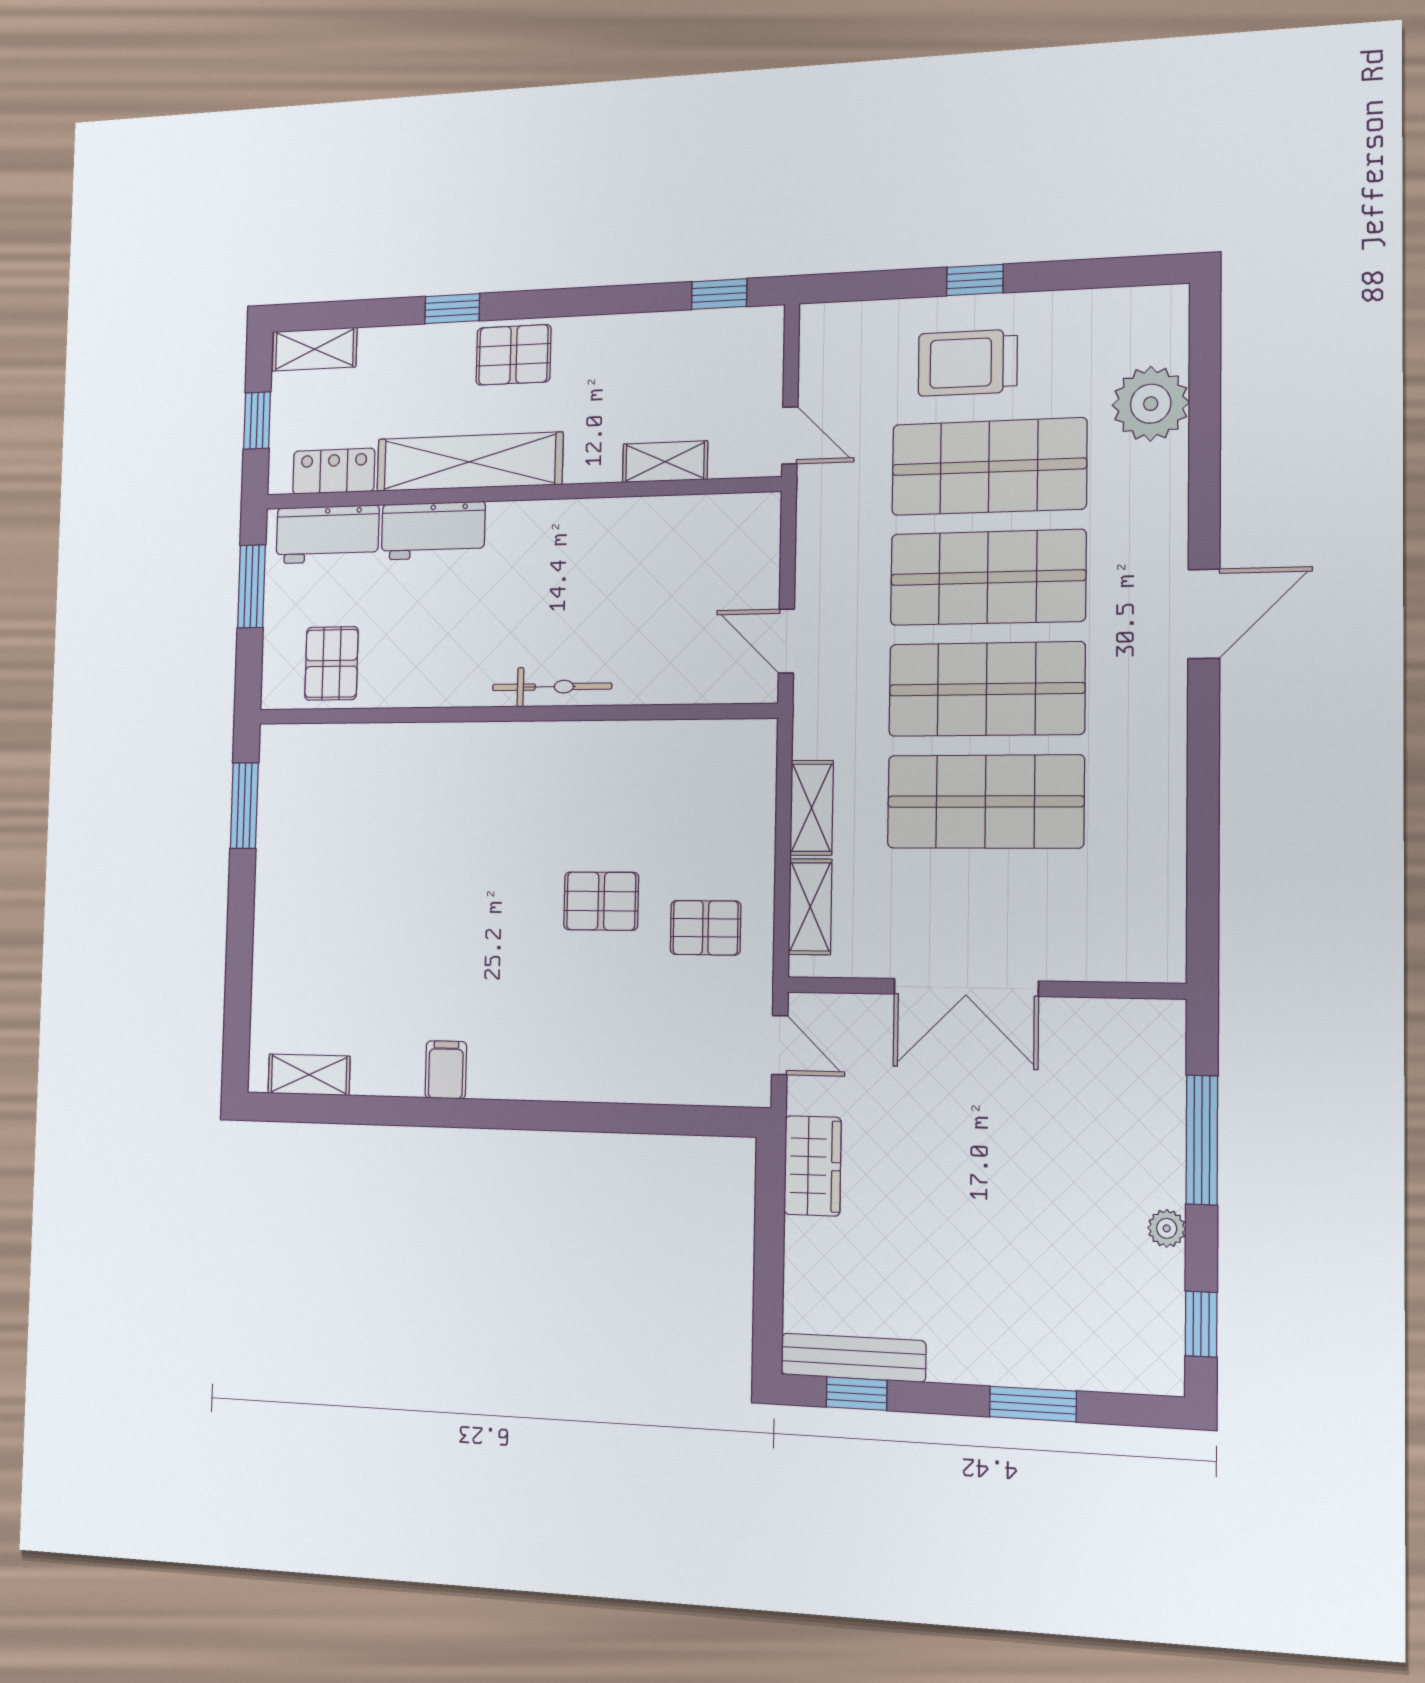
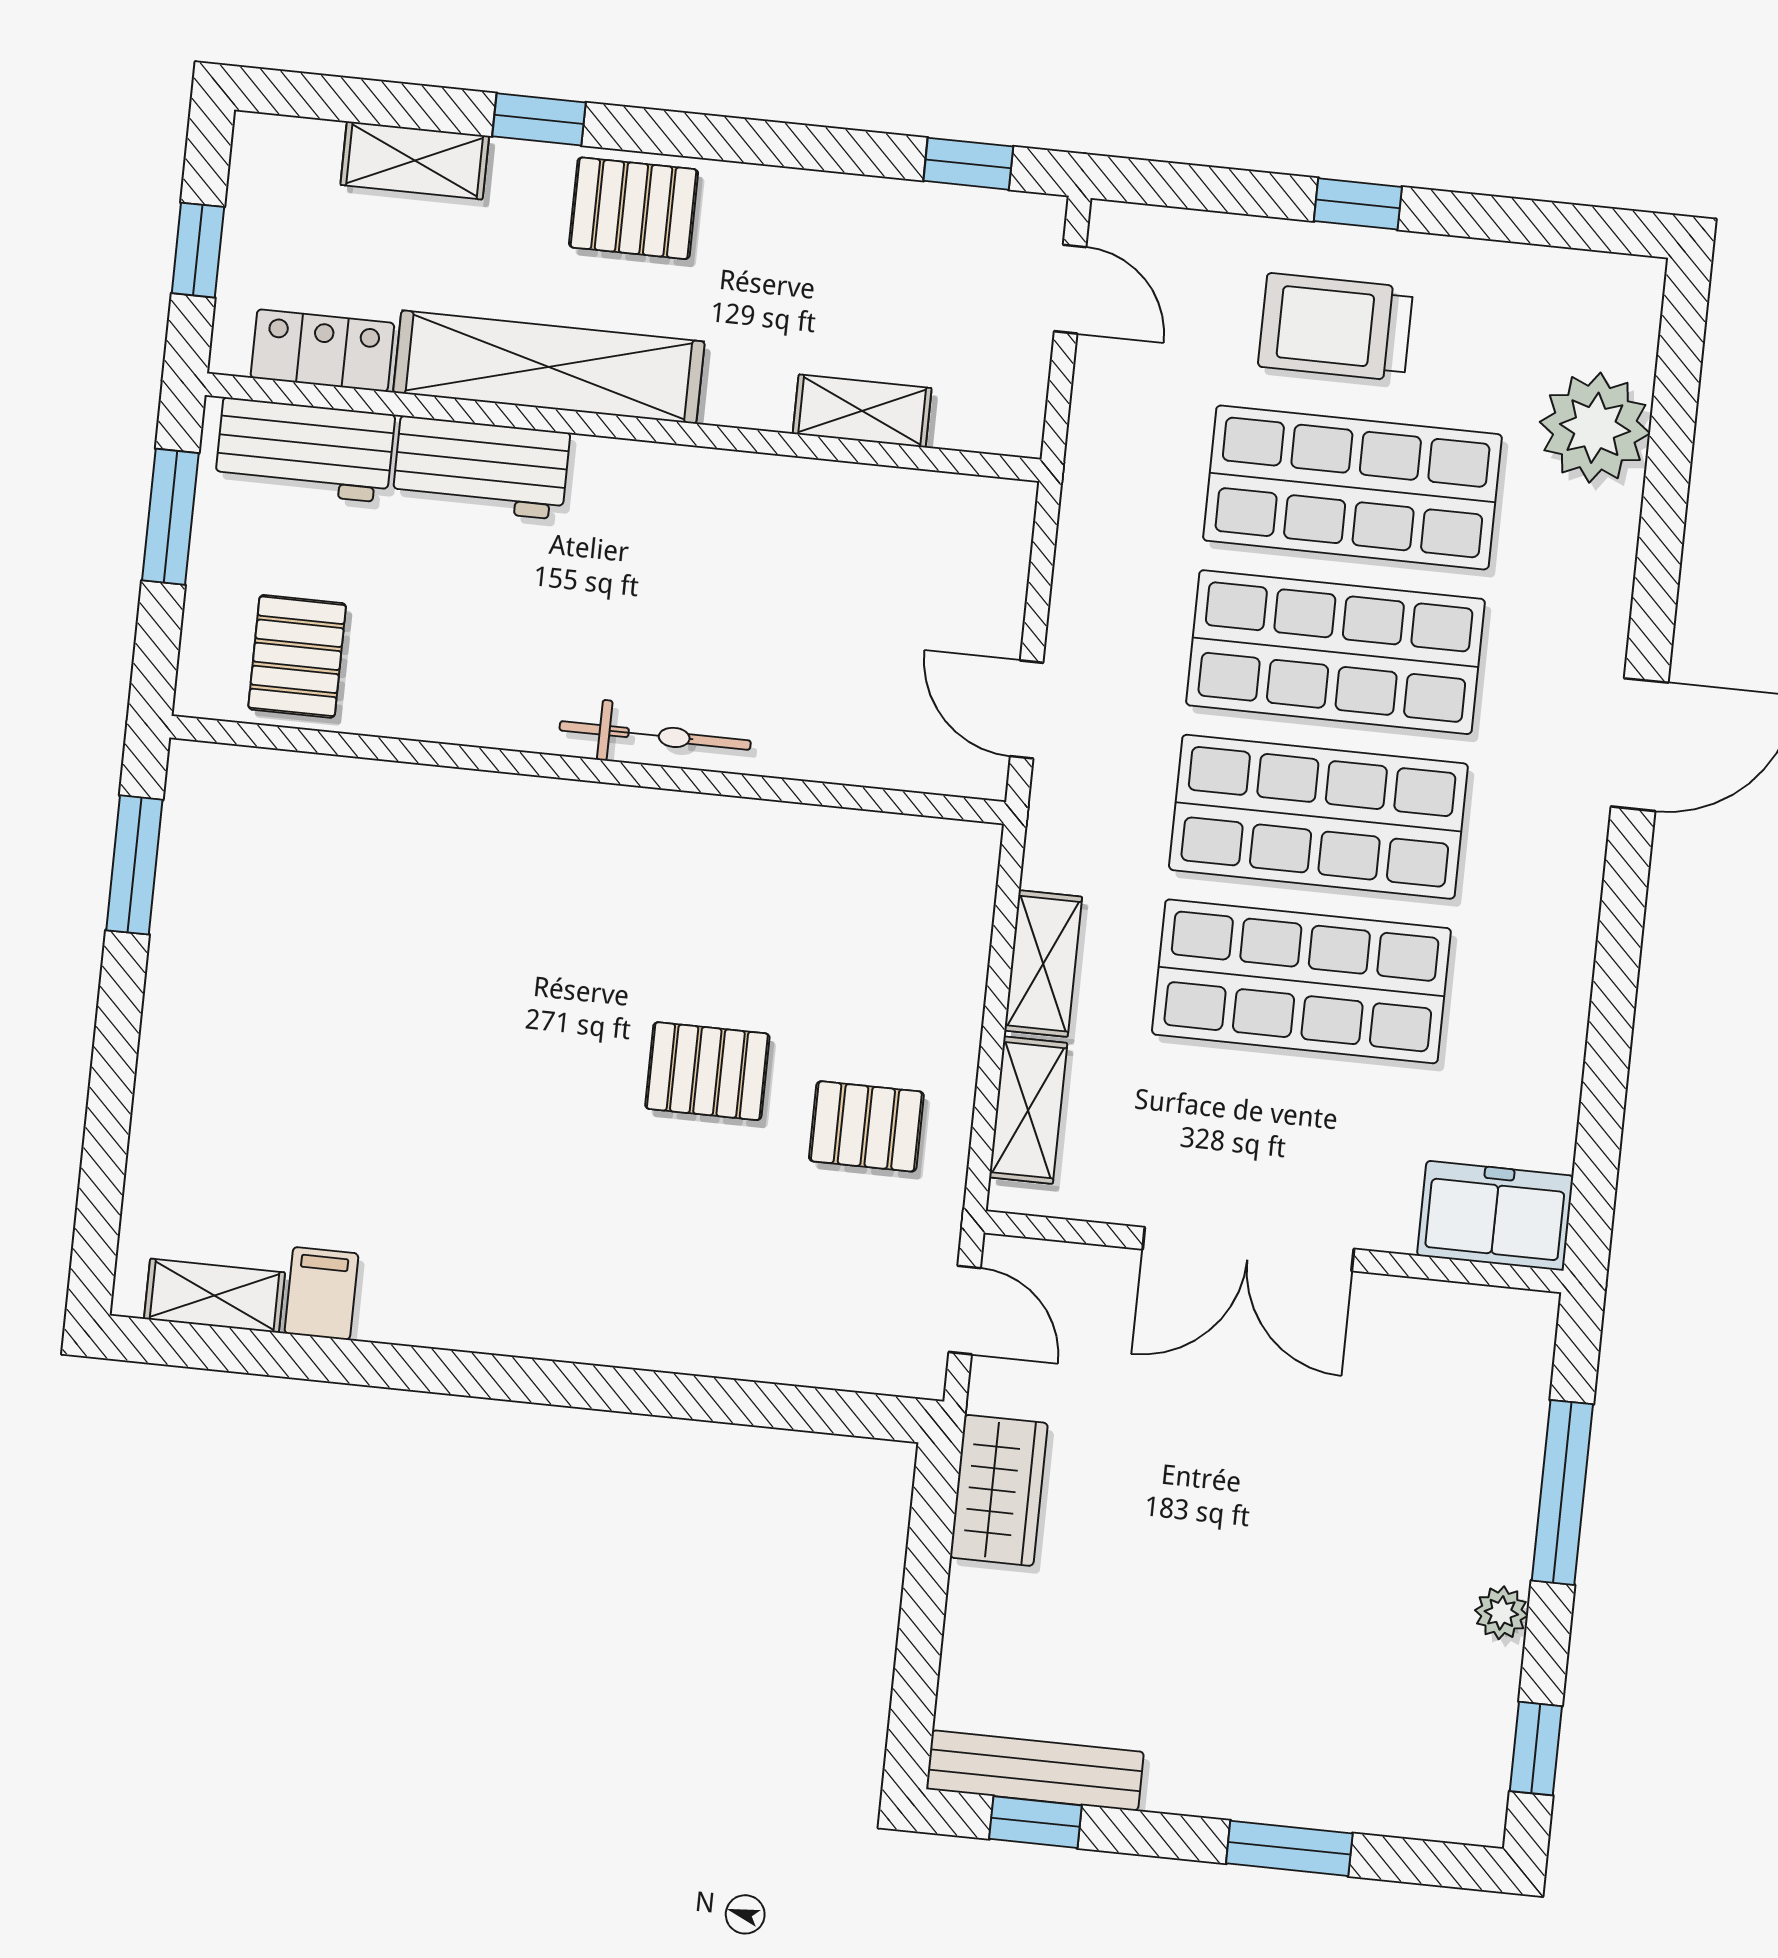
shelving: (315, 349) -> (415, 160), moved
door: (790, 436) -> (1070, 289), moved
freezer: (1135, 949) -> (1495, 1216), added
filing cabinet: (446, 1070) -> (321, 1293), moved

